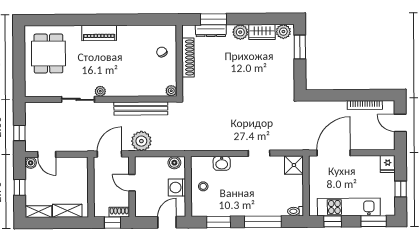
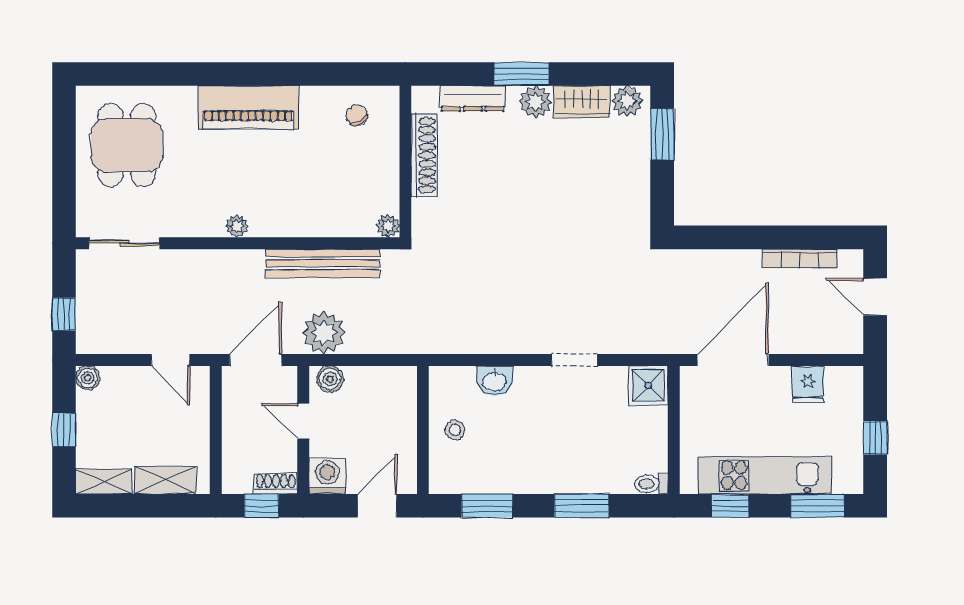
window: (213, 19) -> (521, 74), moved
piano: (99, 33) -> (248, 107), width x1.37, depth x1.33
chair: (162, 52) -> (357, 115), moved
sliding door: (78, 99) -> (124, 243), moved
door: (47, 154) -> (170, 360), moved
boiler: (174, 163) -> (330, 379), moved
fridge: (388, 164) -> (808, 384), moved
washing machine: (177, 187) -> (327, 476), moved, turned 90
window: (263, 222) -> (582, 506), width x0.69

